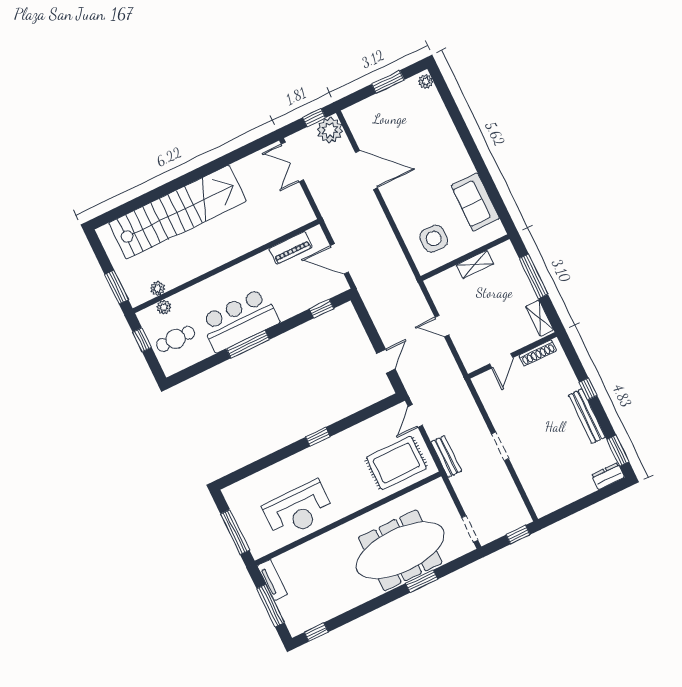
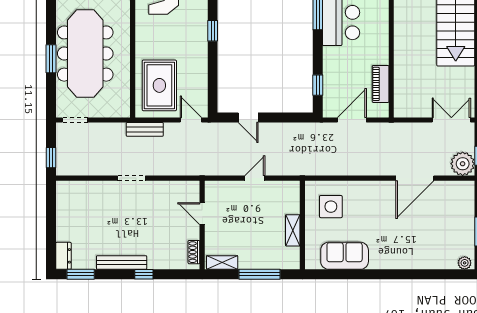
shoe rack: (538, 353) -> (194, 252), width x0.70

